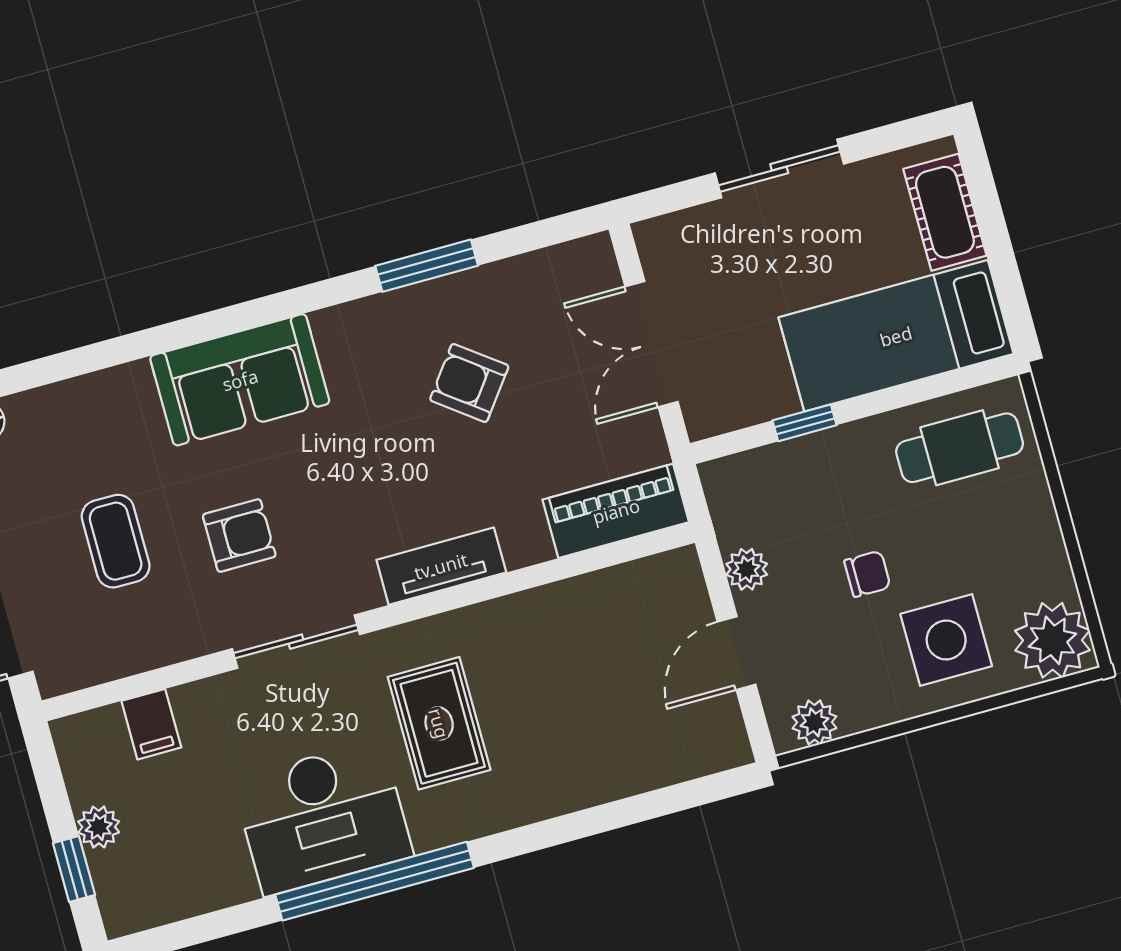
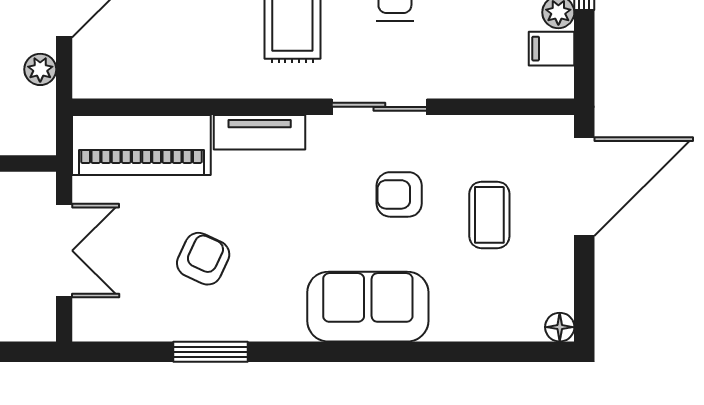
armchair: (469, 383) -> (203, 259), turned -102
piano: (616, 511) -> (141, 145), width x1.37, depth x1.33
filing cabinet: (151, 724) -> (552, 49), moved, turned -90

